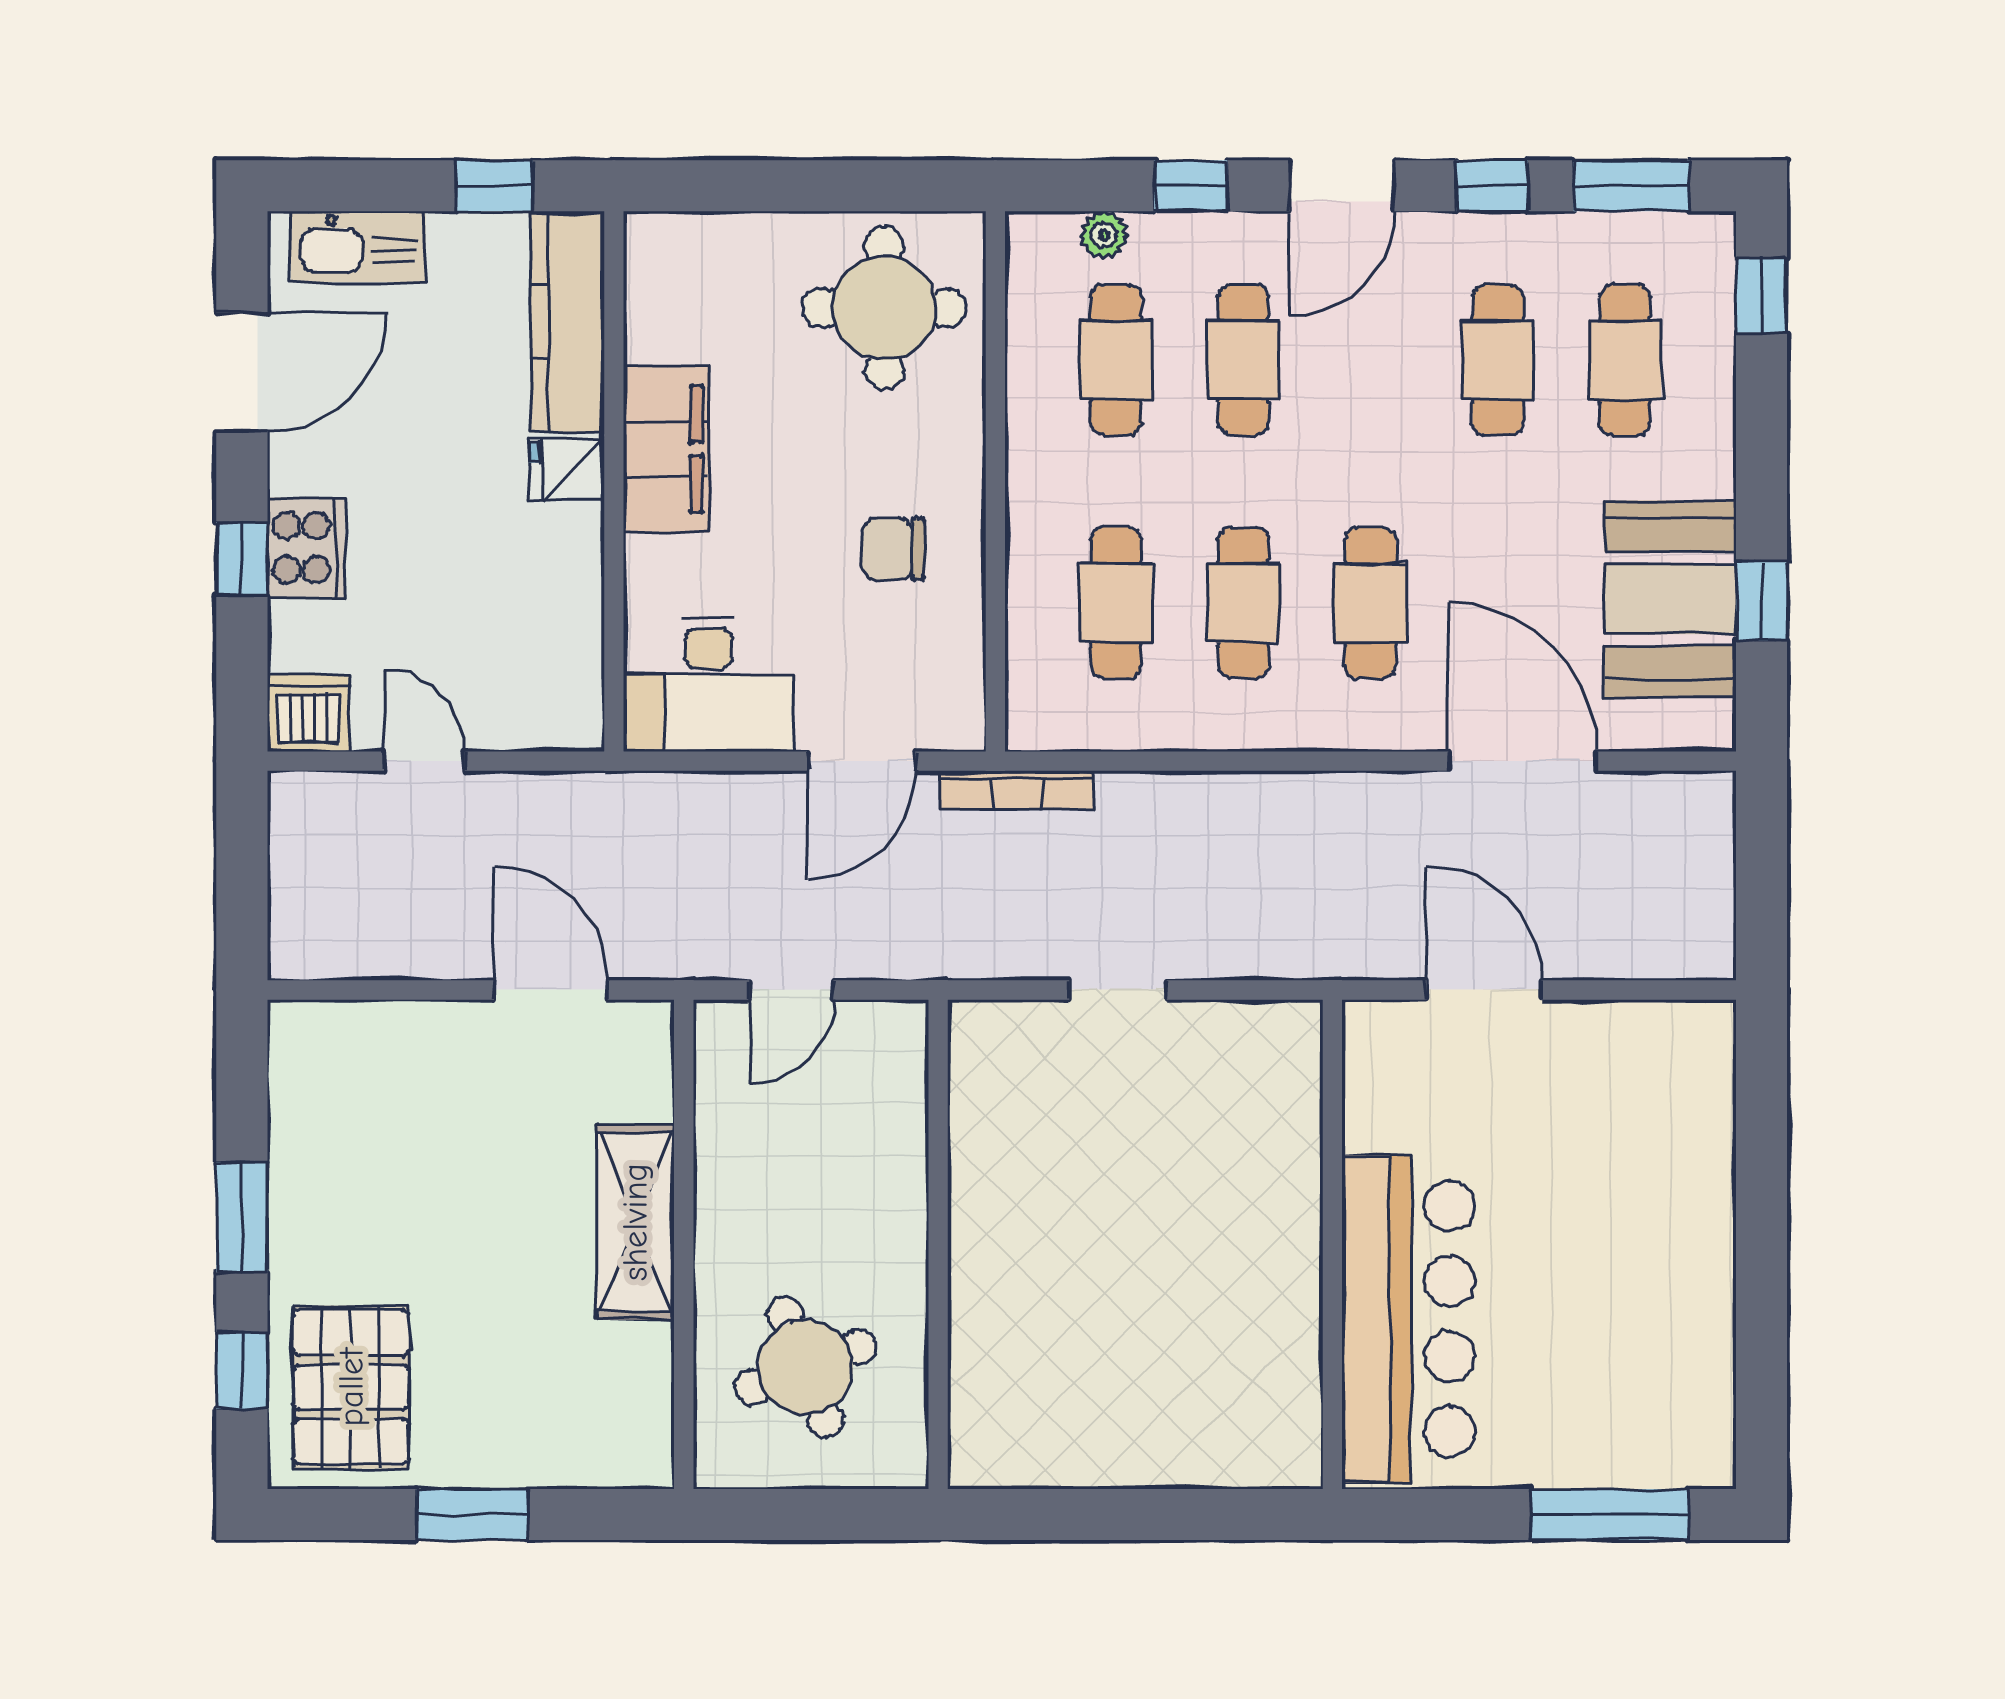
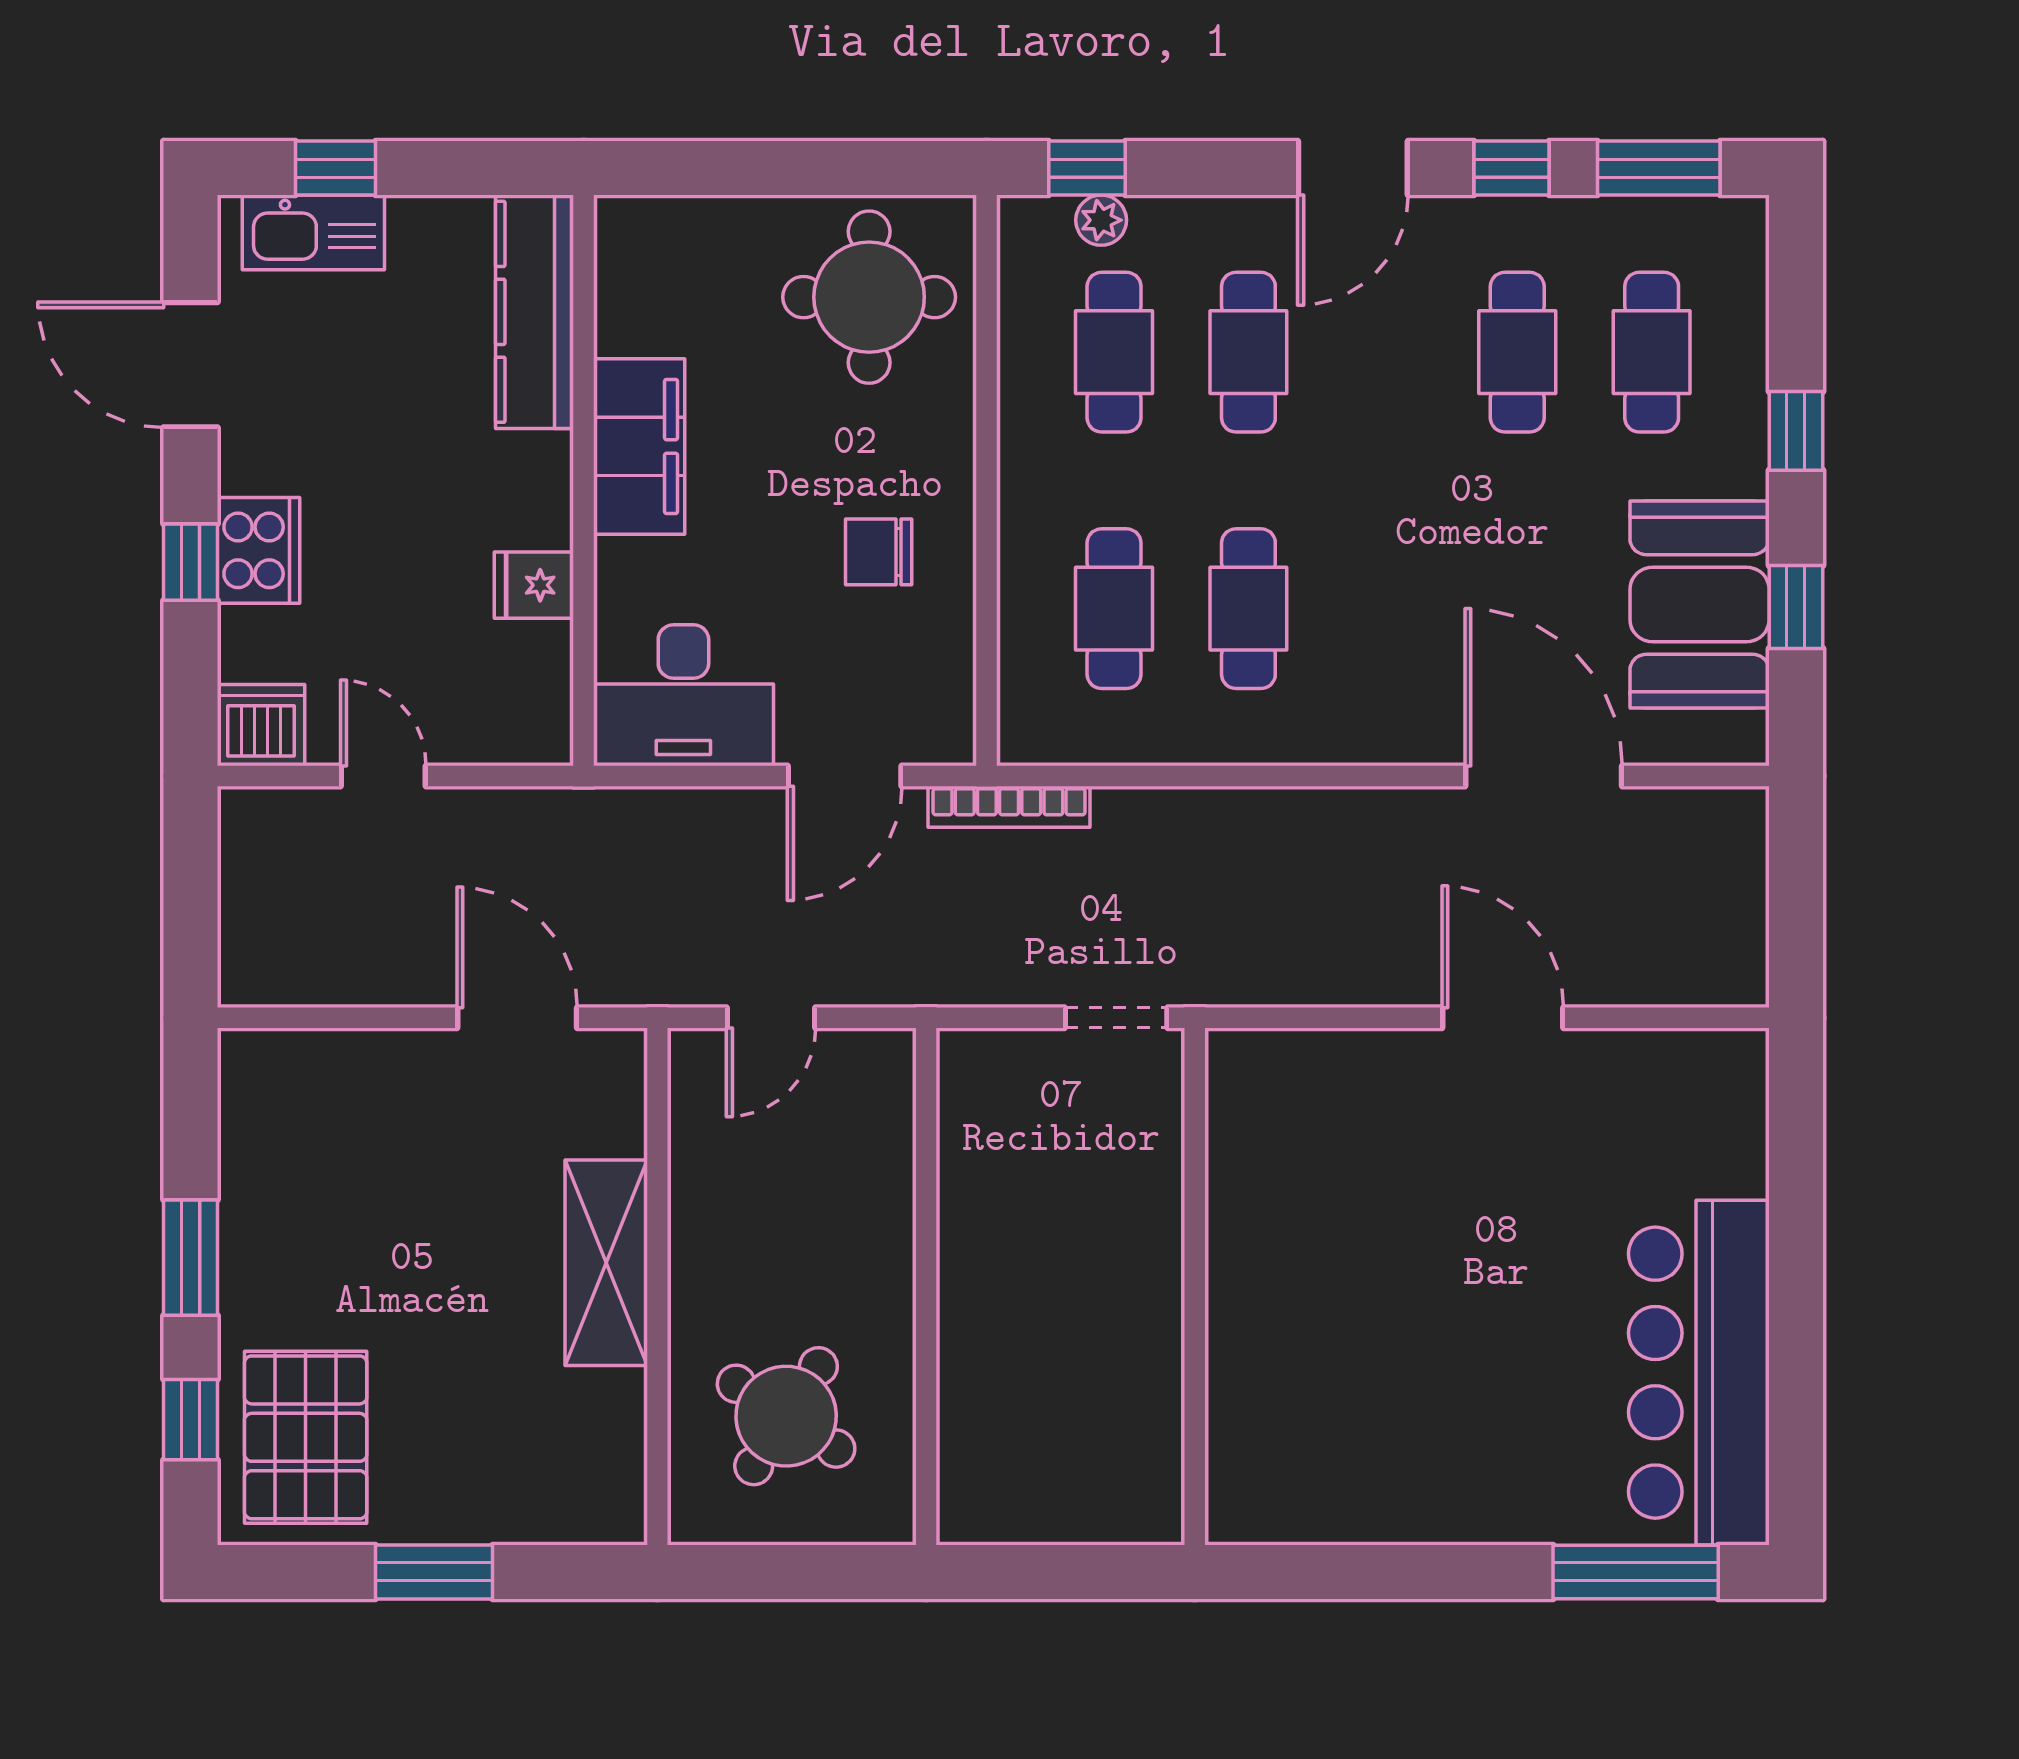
window: (495, 186) -> (335, 168), moved
window: (1191, 186) -> (1087, 168), moved
window: (1761, 295) -> (1796, 431), moved
door: (242, 372) -> (191, 365), swing flipped
fridge: (567, 469) -> (534, 585), moved
cafe table: (1370, 603) -> (1383, 609), removed
wall: (1332, 1244) -> (1195, 1286), moved
bar counter: (1408, 1319) -> (1699, 1373), moved, turned 180
round table: (806, 1367) -> (786, 1416), turned -36

